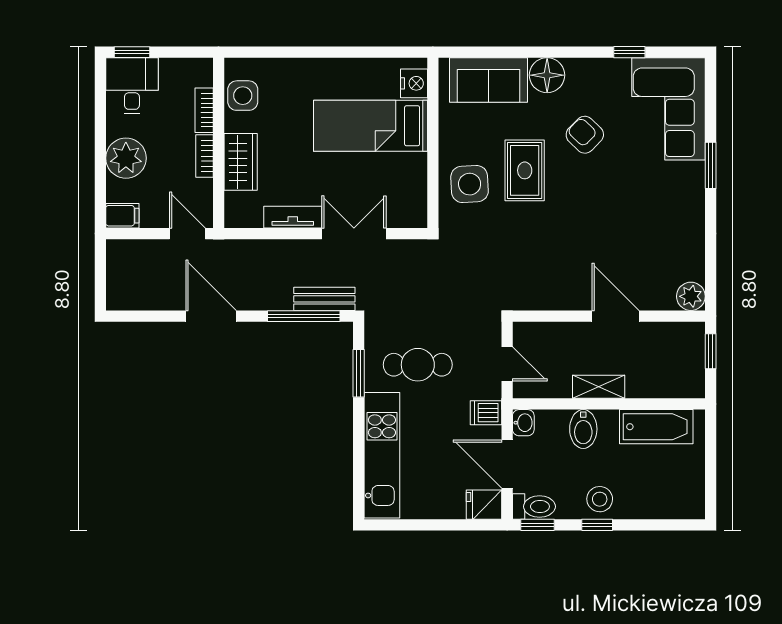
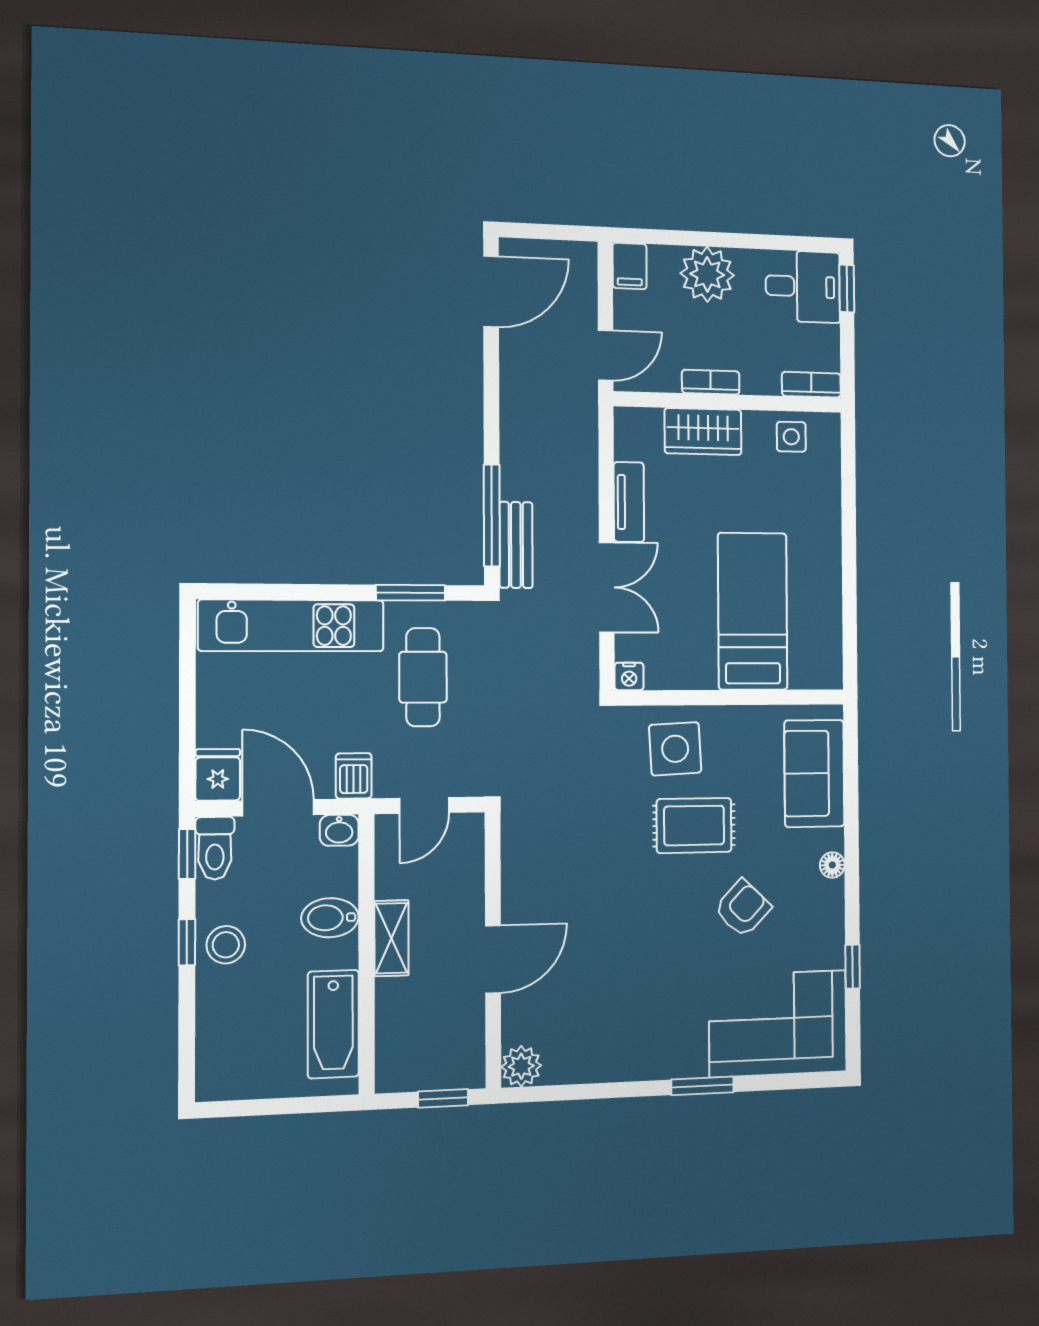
floor lamp: (547, 75) -> (832, 865), width x0.53, depth x0.53
nightstand: (414, 83) -> (629, 676), moved, width x0.72, depth x0.74
side table: (243, 96) -> (791, 437), width x0.73, depth x0.73
bookcase: (204, 110) -> (811, 385), moved
door: (211, 316) -> (491, 291), moved
door: (507, 464) -> (278, 808), hinge flipped

